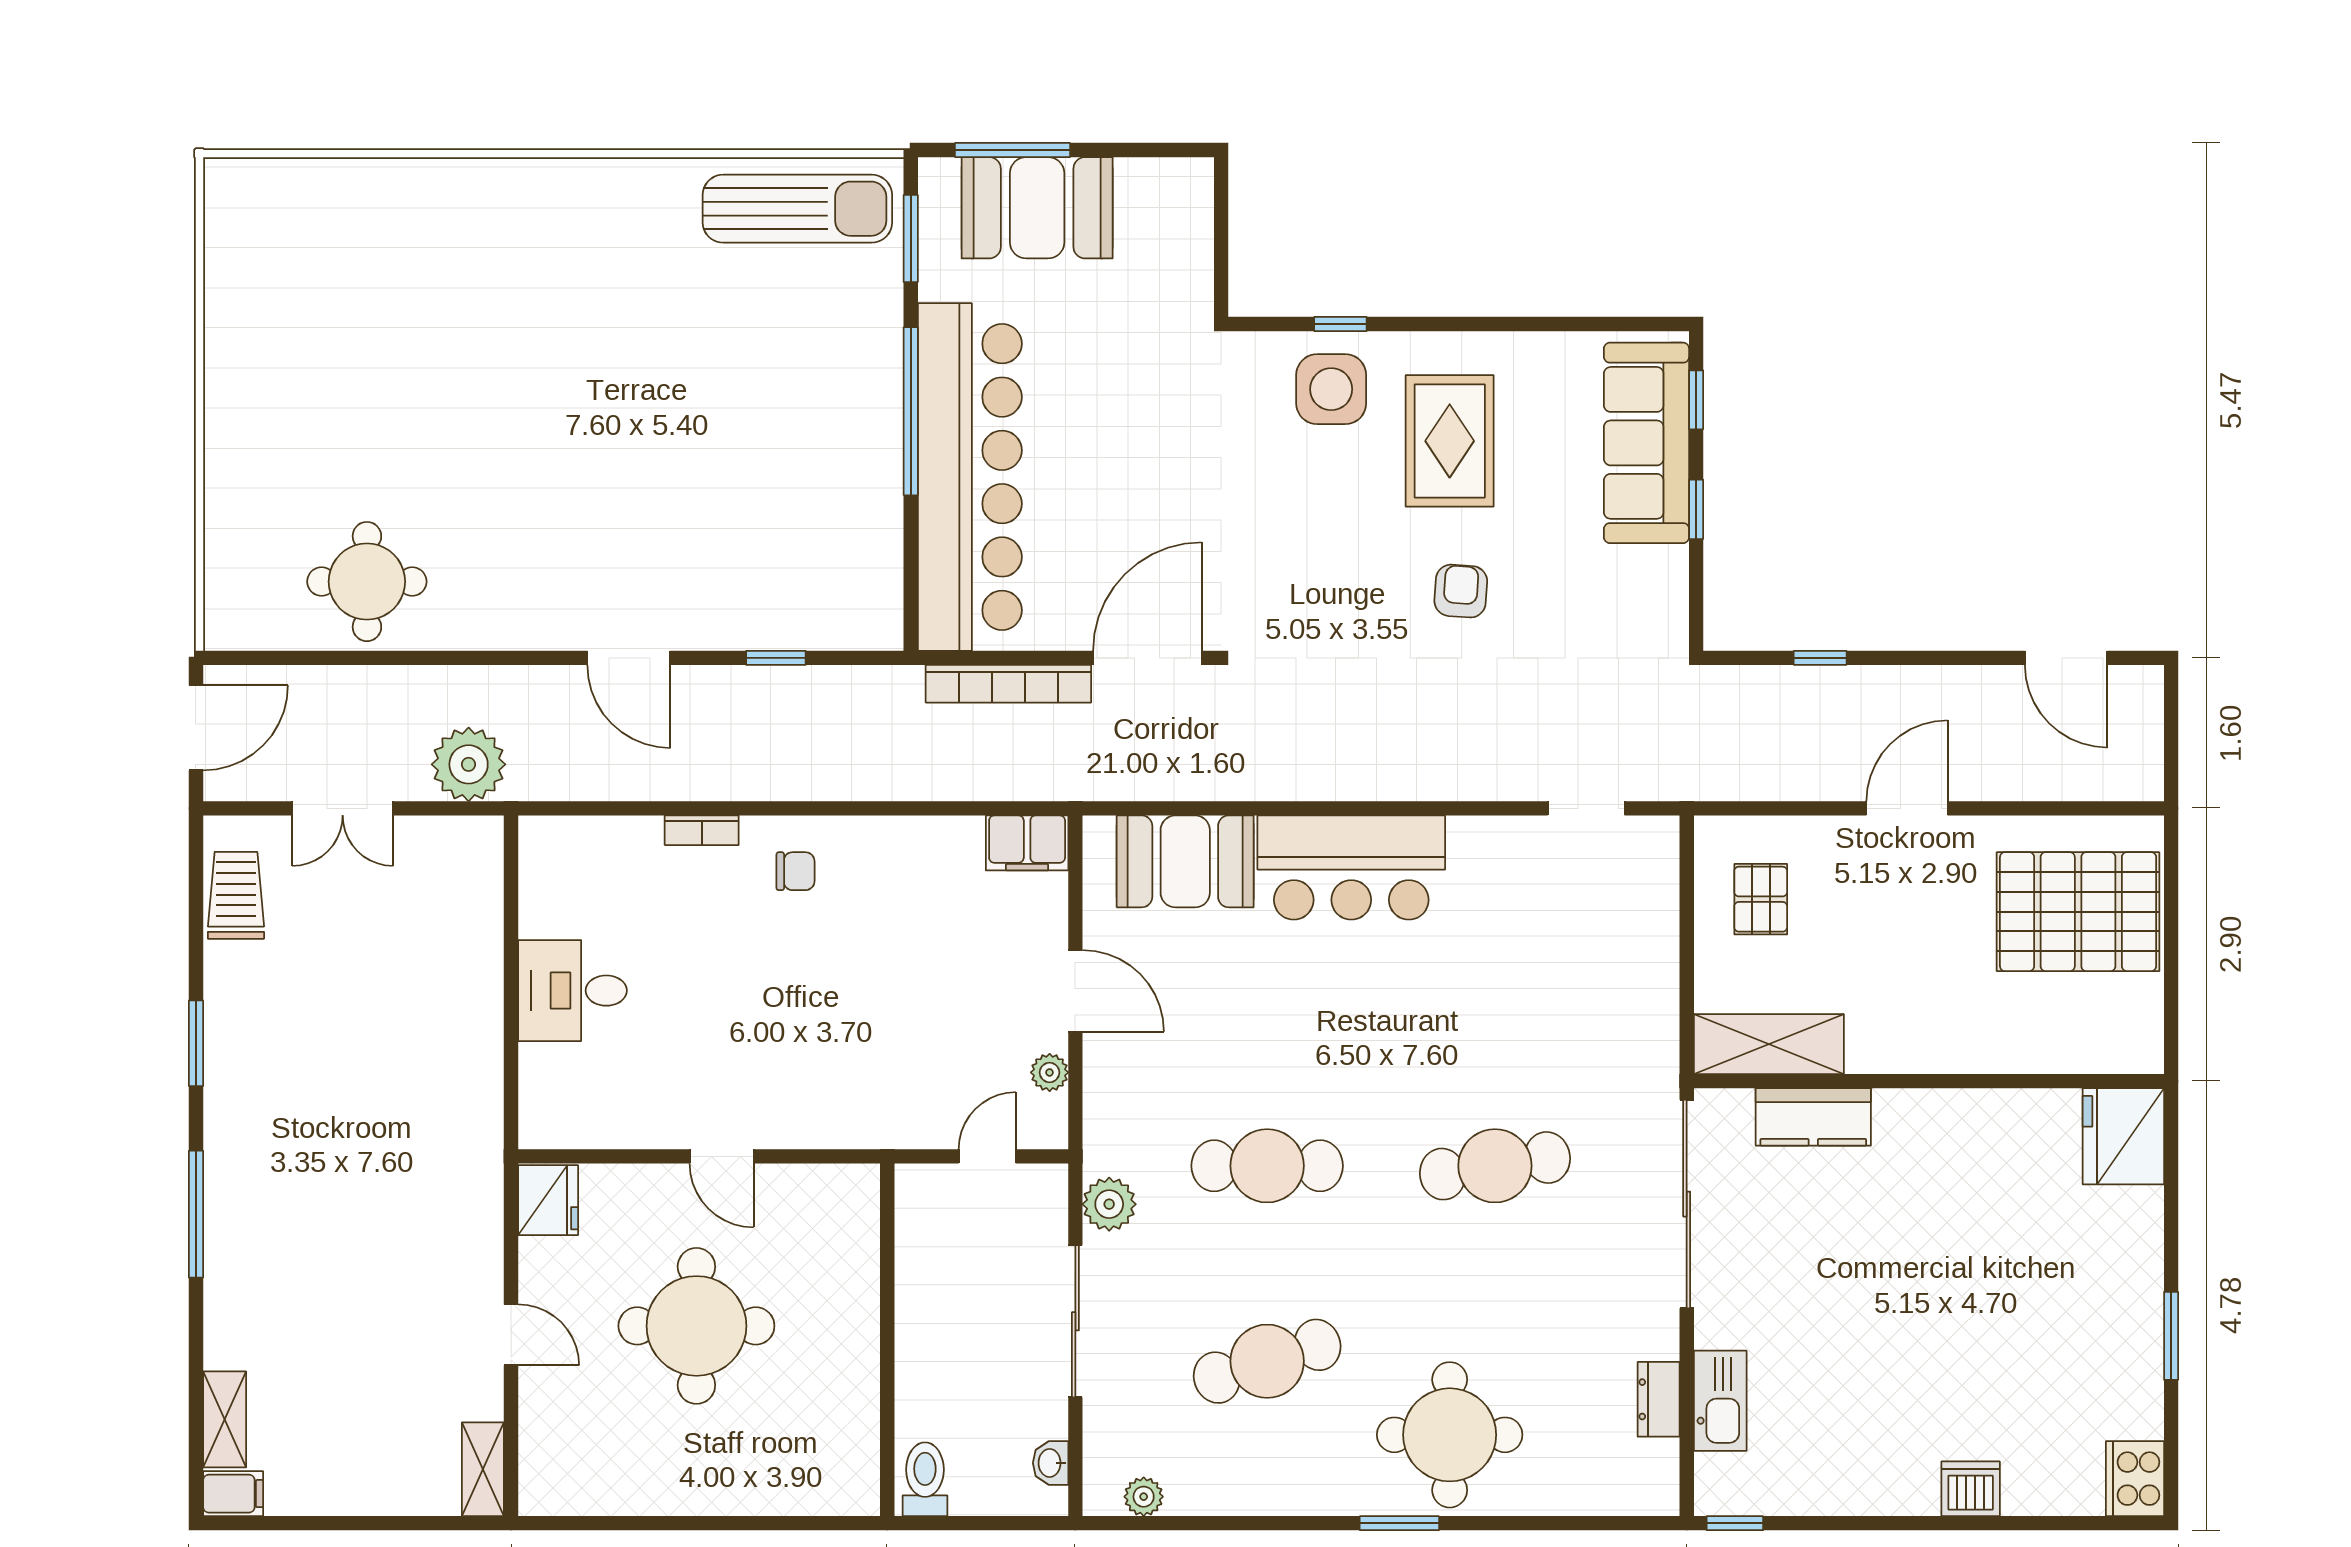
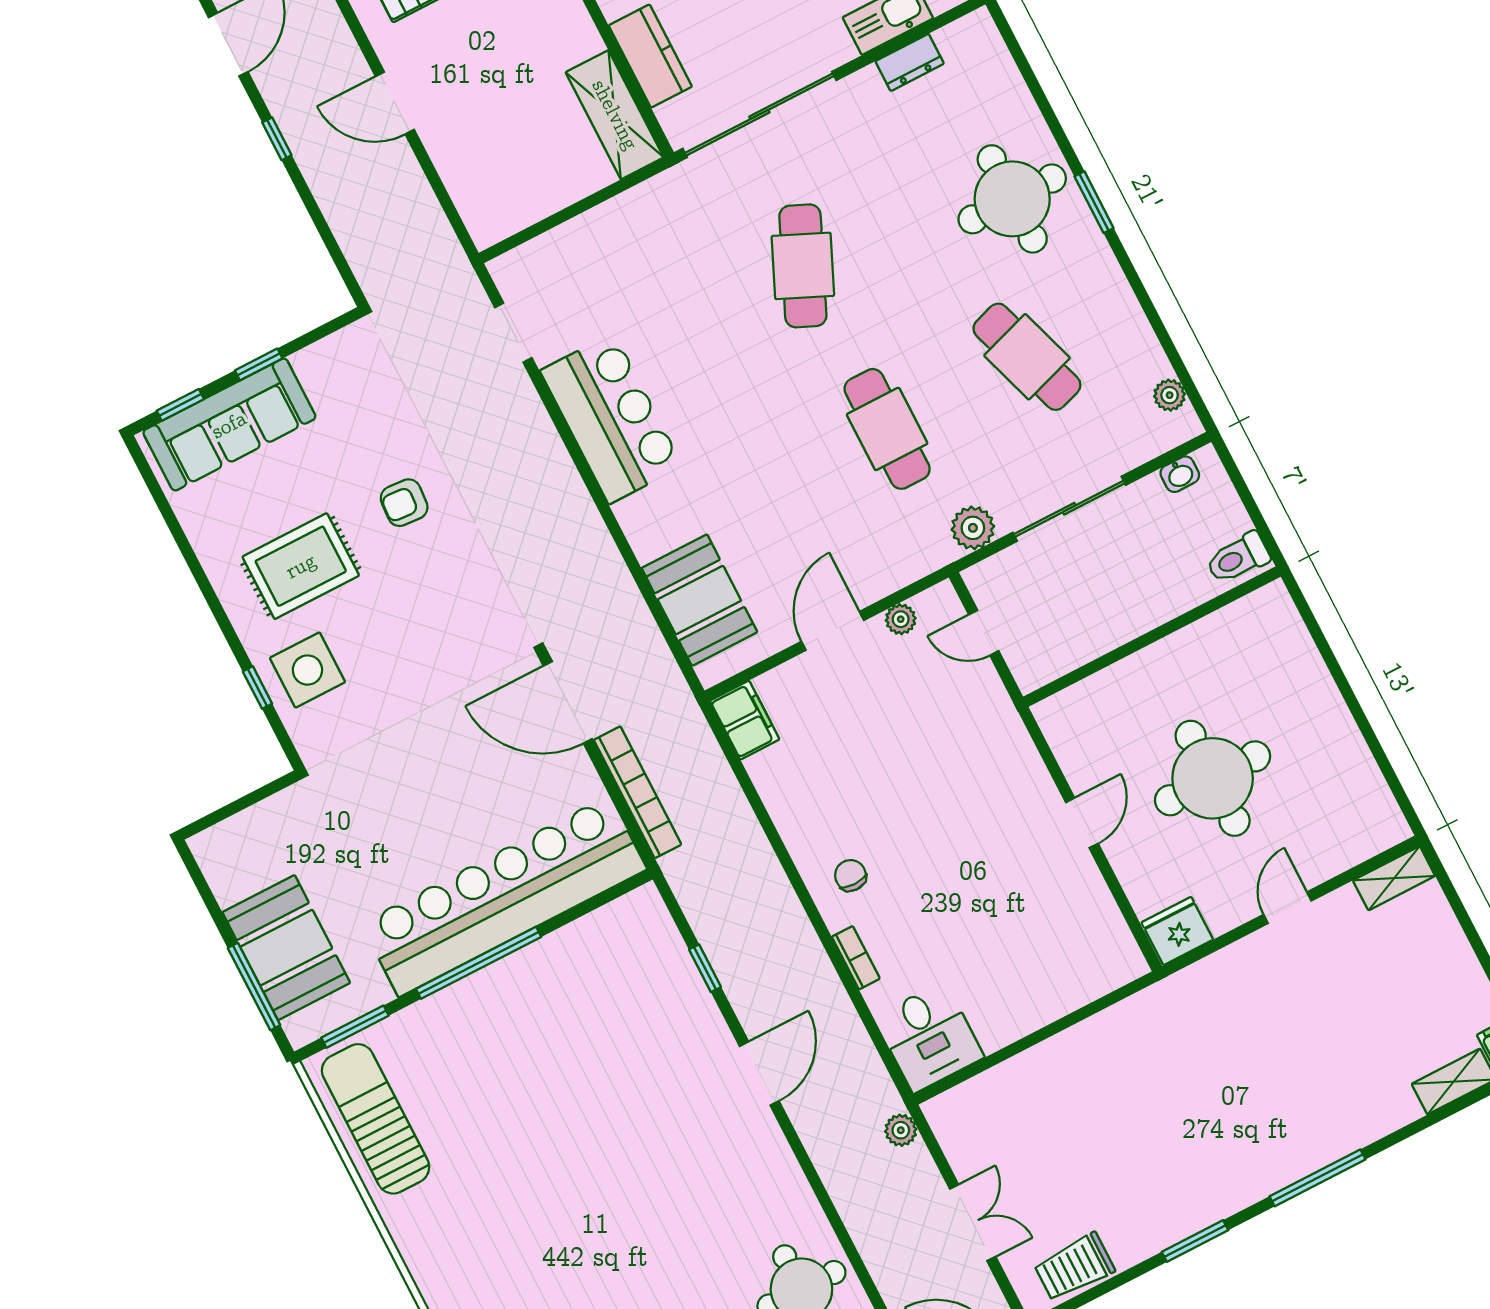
window: (1820, 658) -> (277, 139), moved
plant: (469, 764) -> (901, 1130), width x0.53, depth x0.53
bar counter: (1351, 868) -> (611, 418), moved
pallet: (1761, 899) -> (514, 174), removed
desk: (573, 991) -> (929, 1037), moved
cafe table: (1495, 1166) -> (803, 266), turned 33

